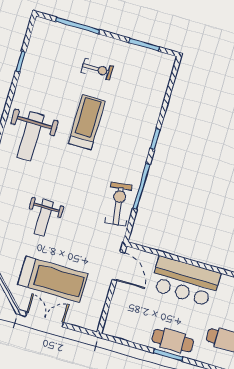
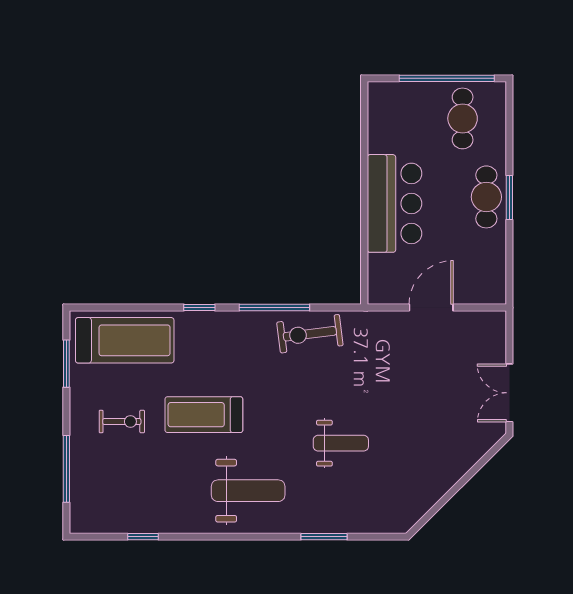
exercise bike: (97, 69) -> (122, 422), turned 90
weight bench: (43, 218) -> (341, 443), moved
door: (118, 266) -> (431, 308), moved
treadmill: (53, 279) -> (125, 340), moved, turned 90

